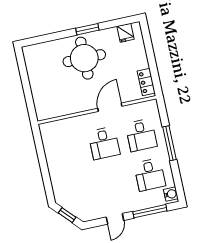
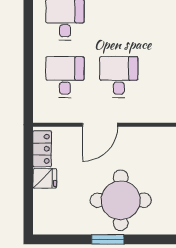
fridge: (125, 33) -> (45, 178), moved, turned 90
window: (170, 143) -> (28, 57), removed

